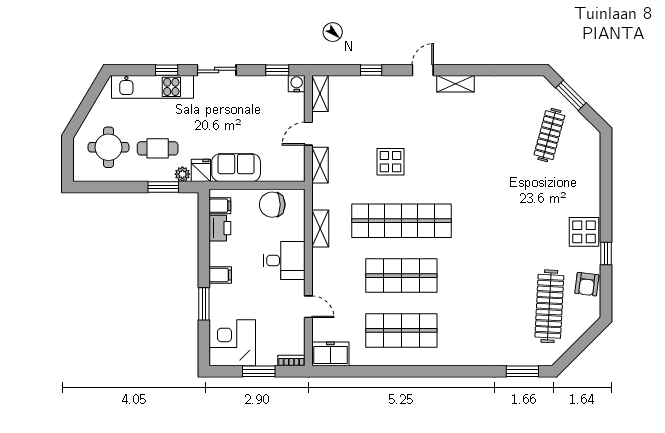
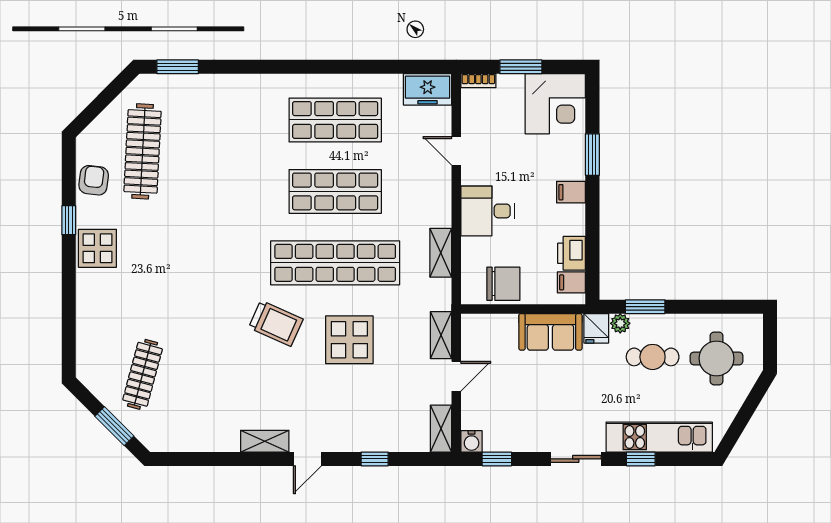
display table: (390, 162) -> (349, 340), width x1.36, depth x1.36
trolley: (447, 174) -> (276, 323), added

